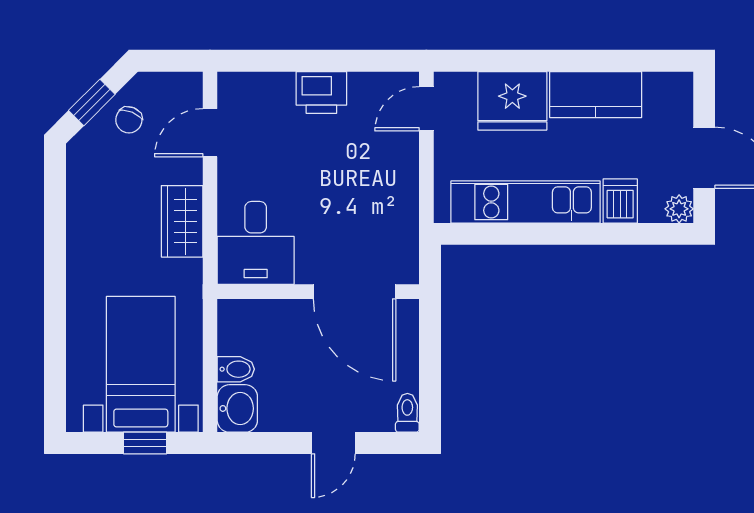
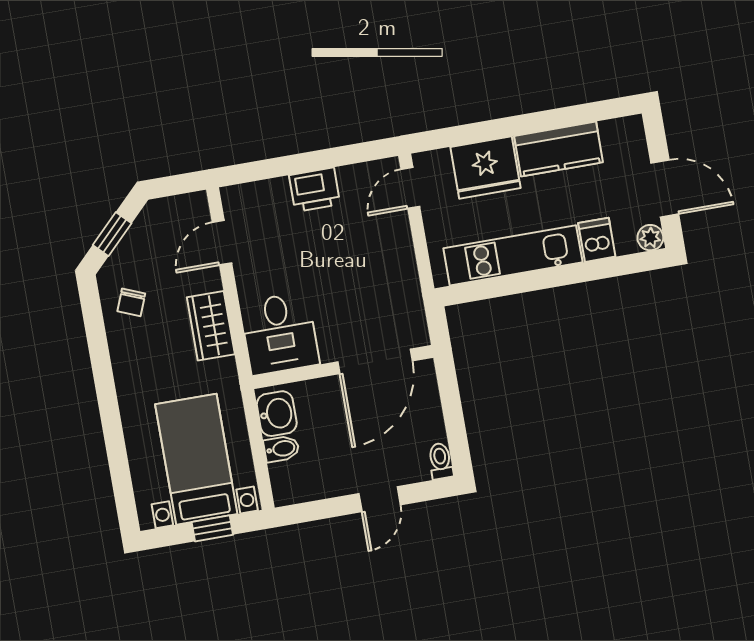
chair: (129, 120) -> (131, 302), moved
door: (355, 292) -> (375, 361), hinge flipped
washbasin: (237, 408) -> (277, 414), moved

